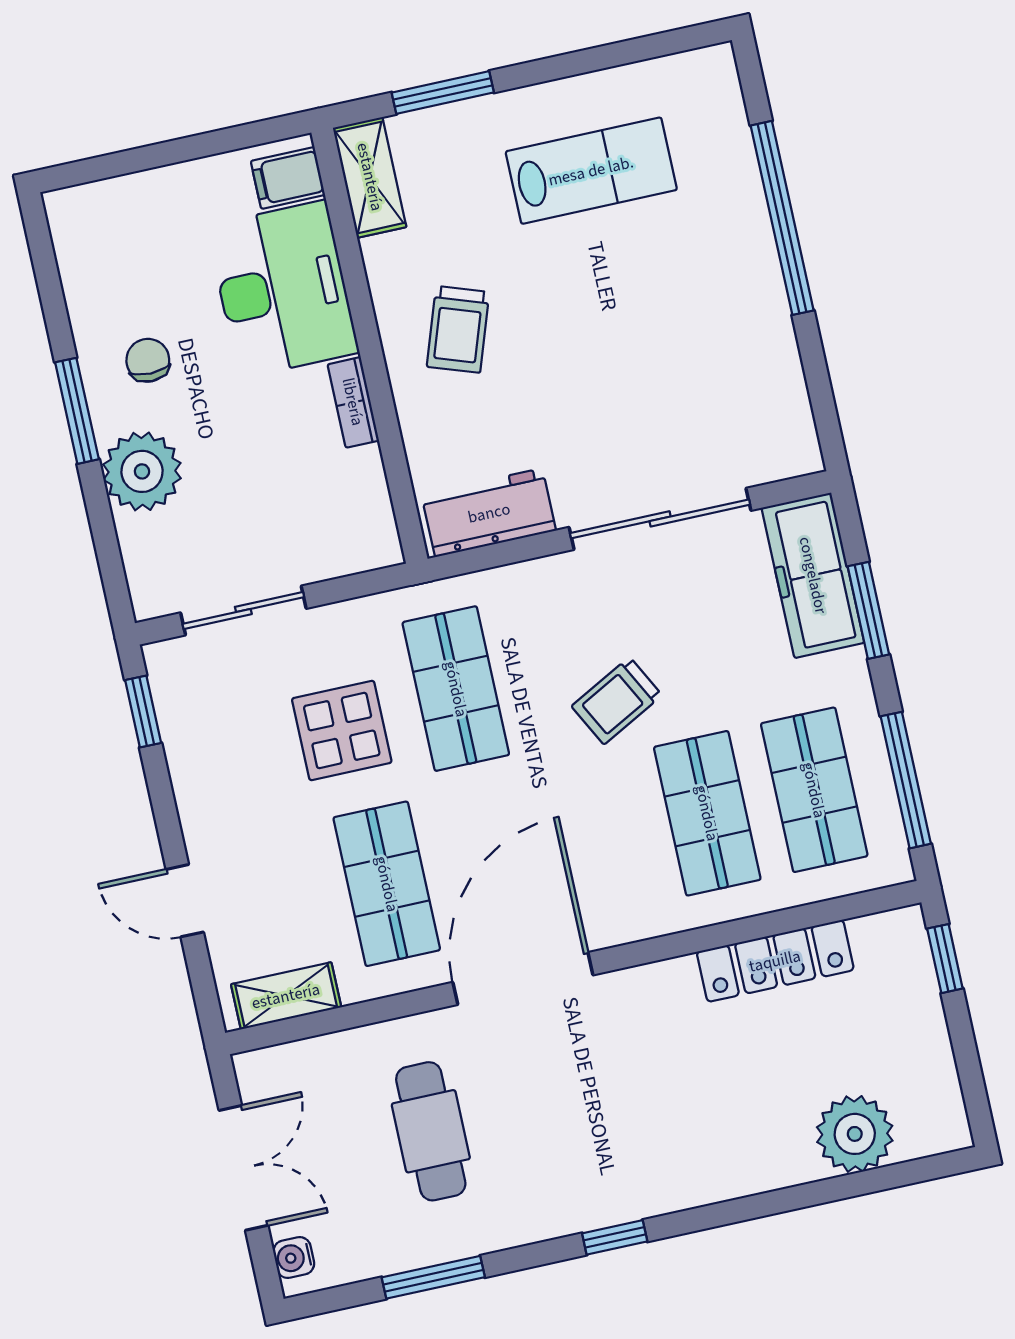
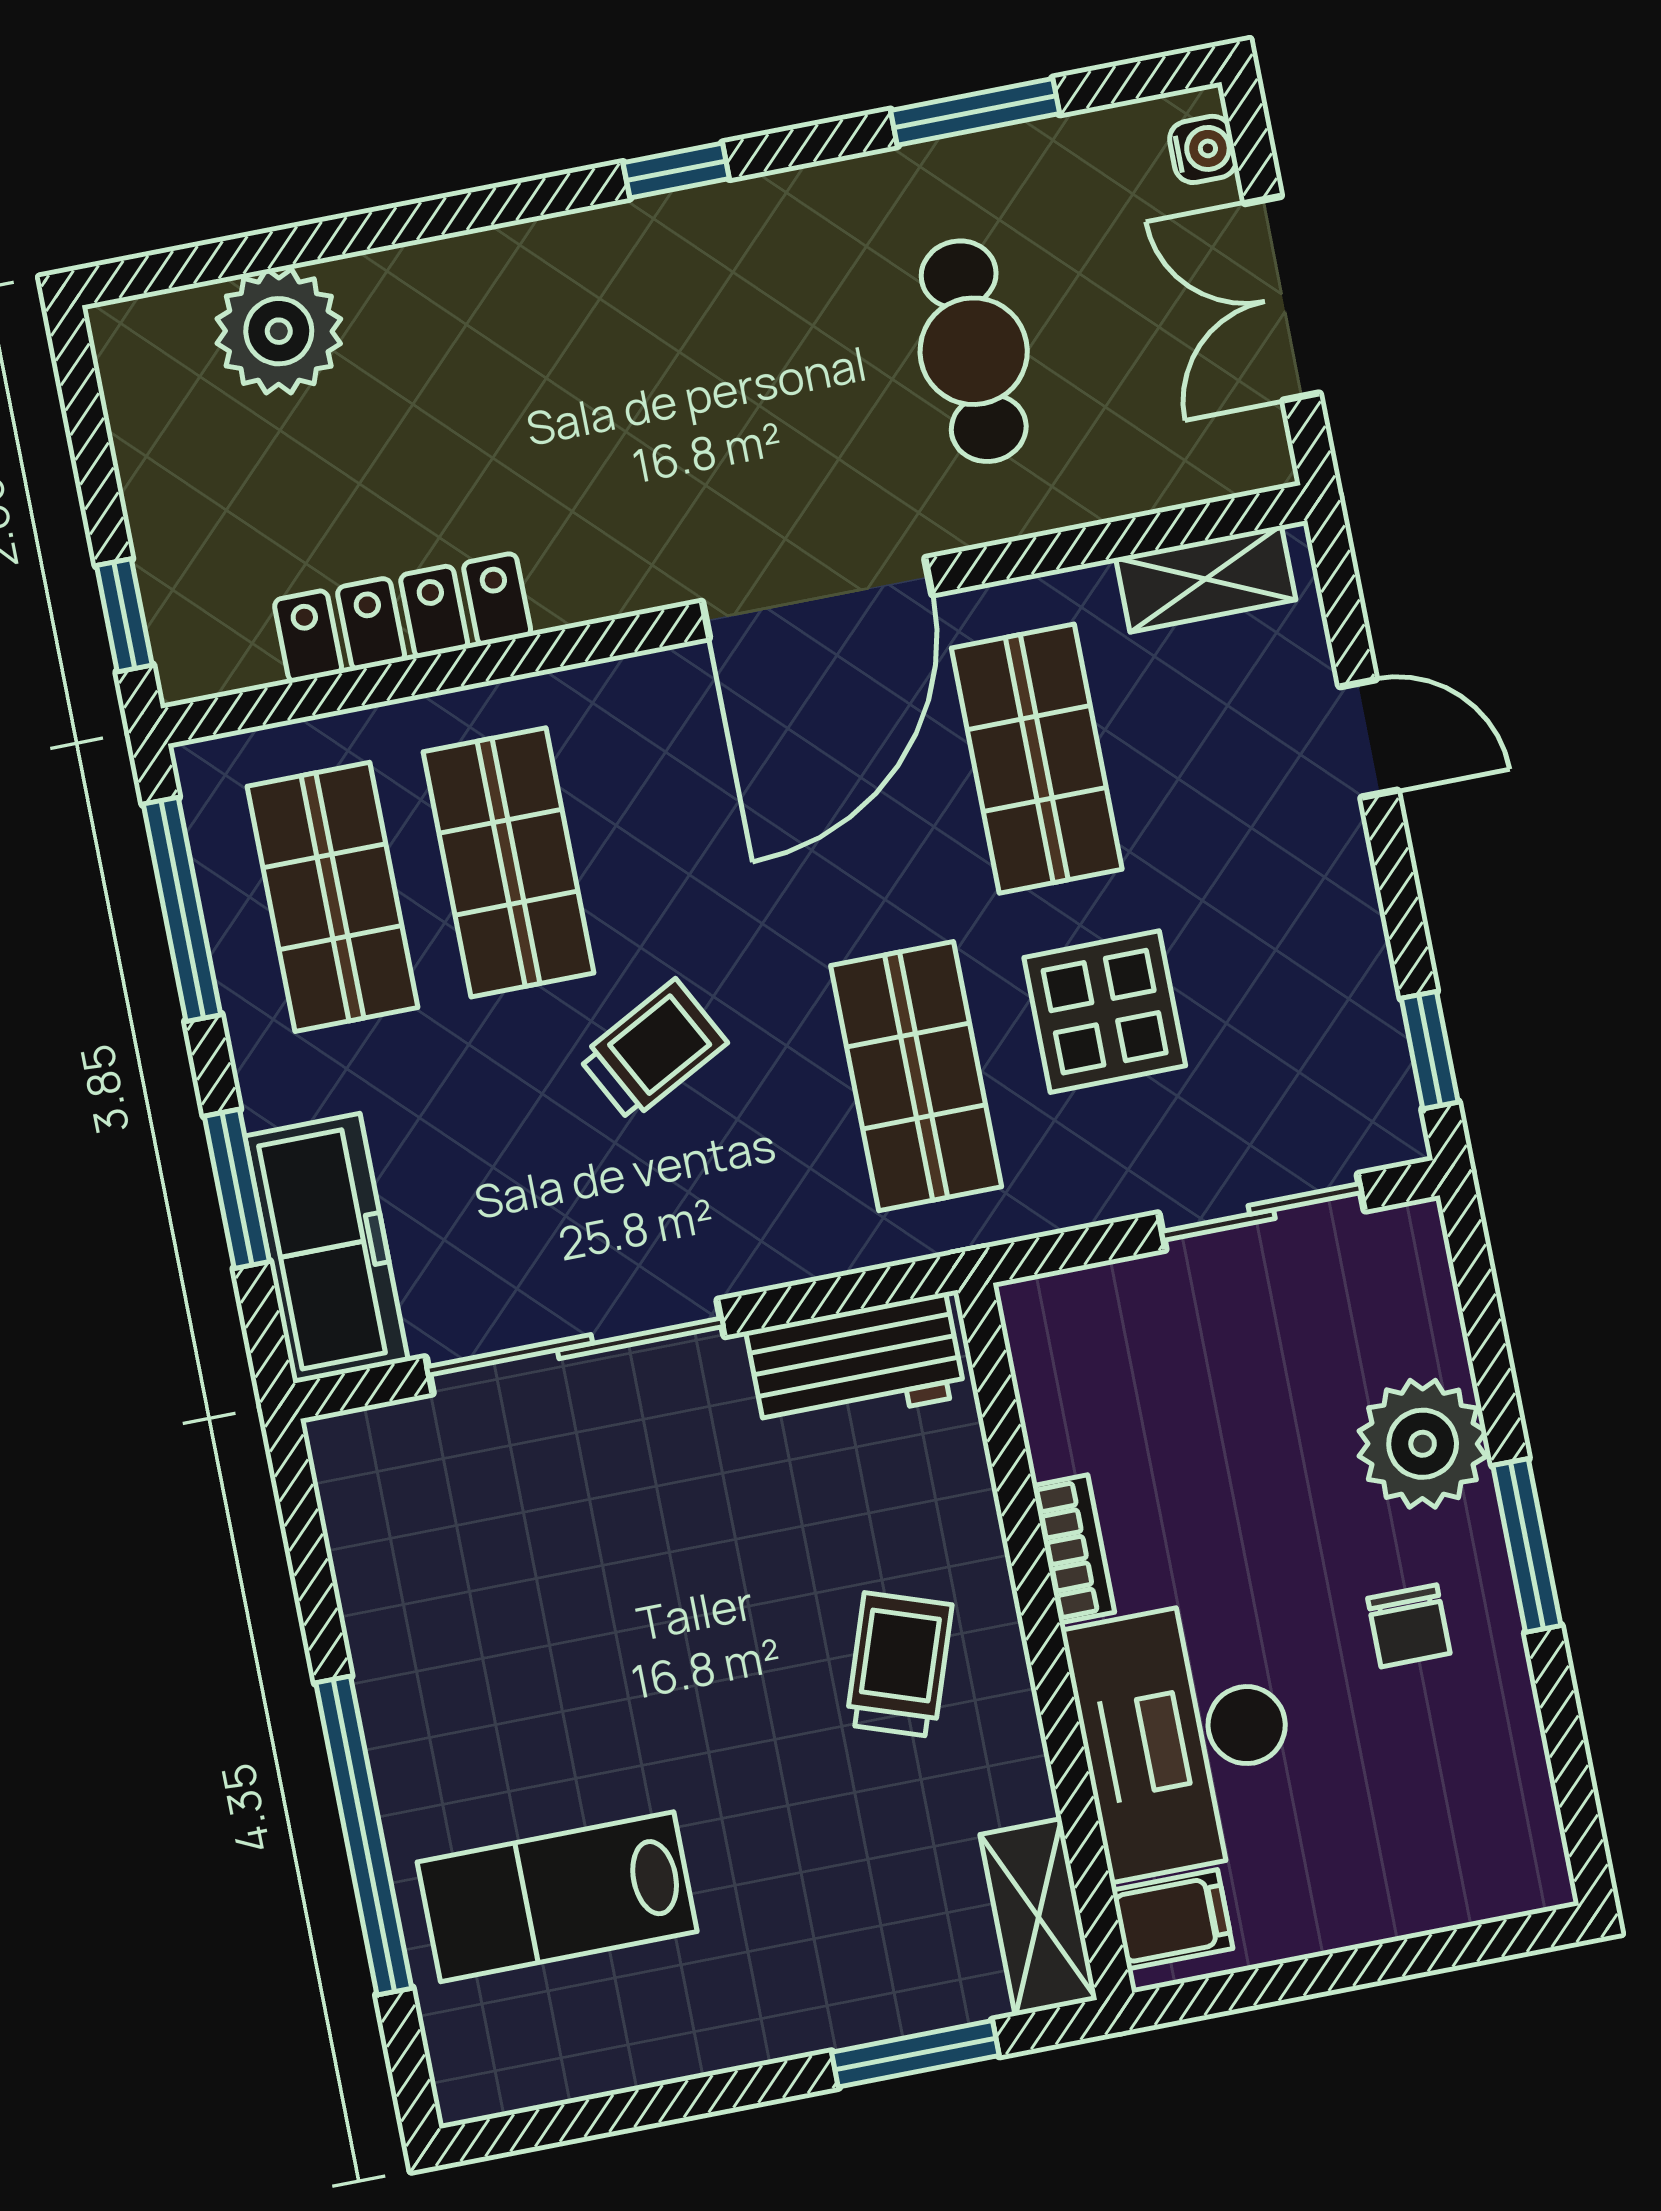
lab bench: (591, 171) -> (557, 1897), moved

